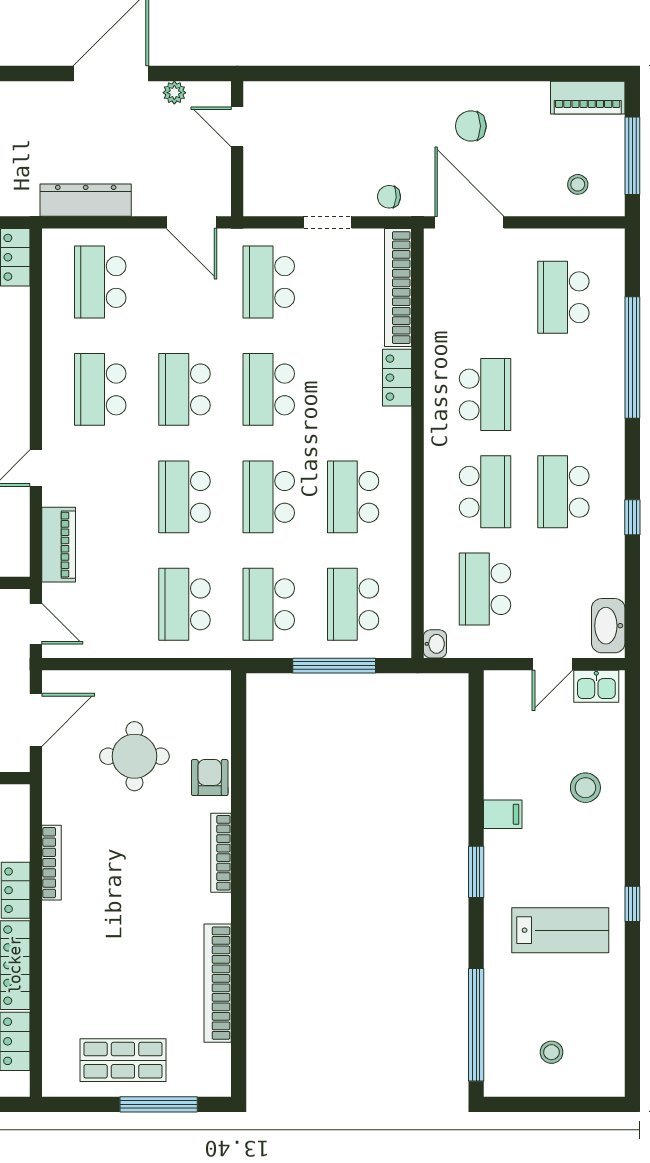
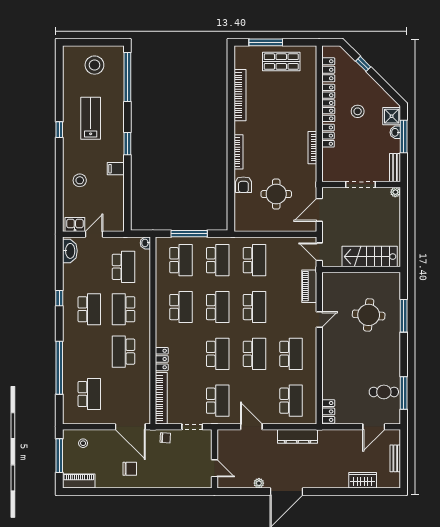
door: (237, 127) -> (214, 468), moved
wall: (237, 149) -> (214, 459), moved
lab bench: (560, 930) -> (91, 118), turned 90
stool: (551, 1052) -> (94, 65), width x1.89, depth x1.89

